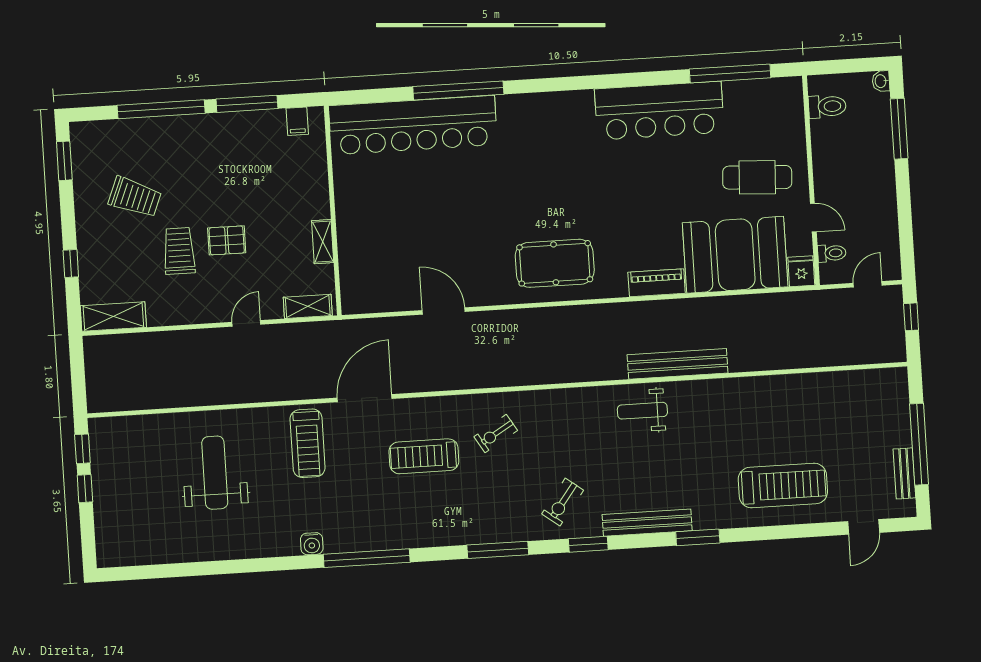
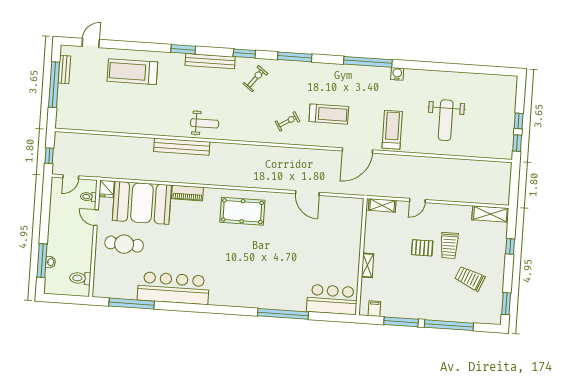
washbasin: (881, 81) -> (50, 262), moved
bar counter: (413, 125) -> (332, 299), width x0.54
shelving: (323, 242) -> (367, 265), moved

